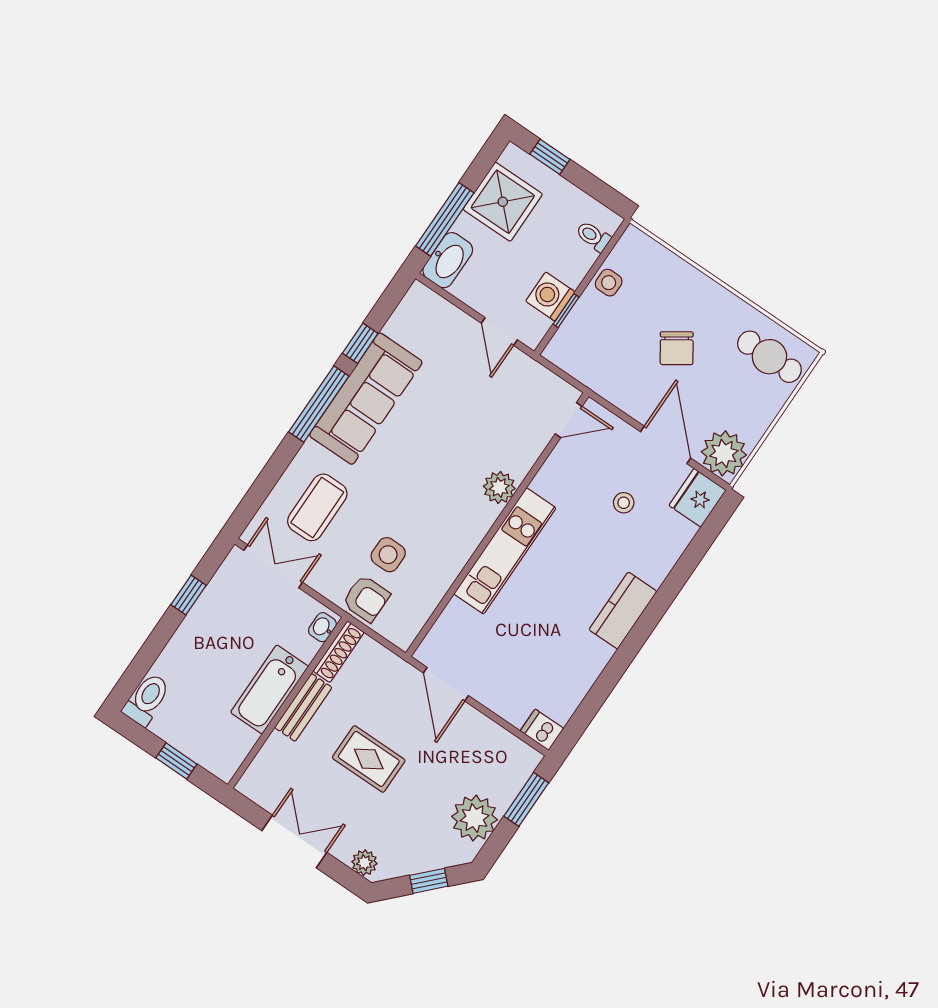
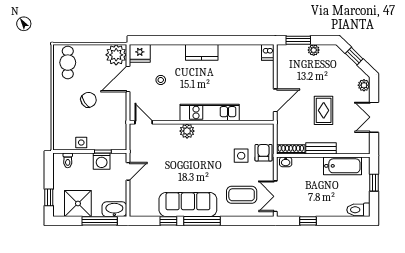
bathtub: (269, 689) -> (343, 166), moved
plant: (475, 818) -> (314, 50), width x0.53, depth x0.53

